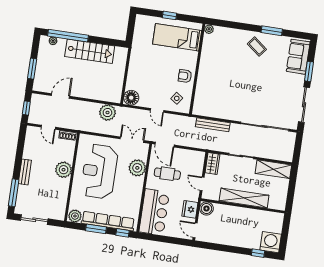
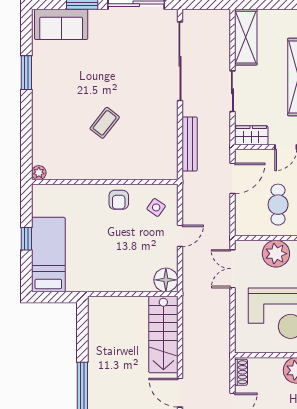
bed: (177, 37) -> (48, 255), moved, turned 180
coffee table: (257, 47) -> (105, 123), moved
stairs: (90, 51) -> (163, 335), moved, turned 180
plant: (107, 113) -> (195, 314), removed
door: (165, 145) -> (232, 178), moved

